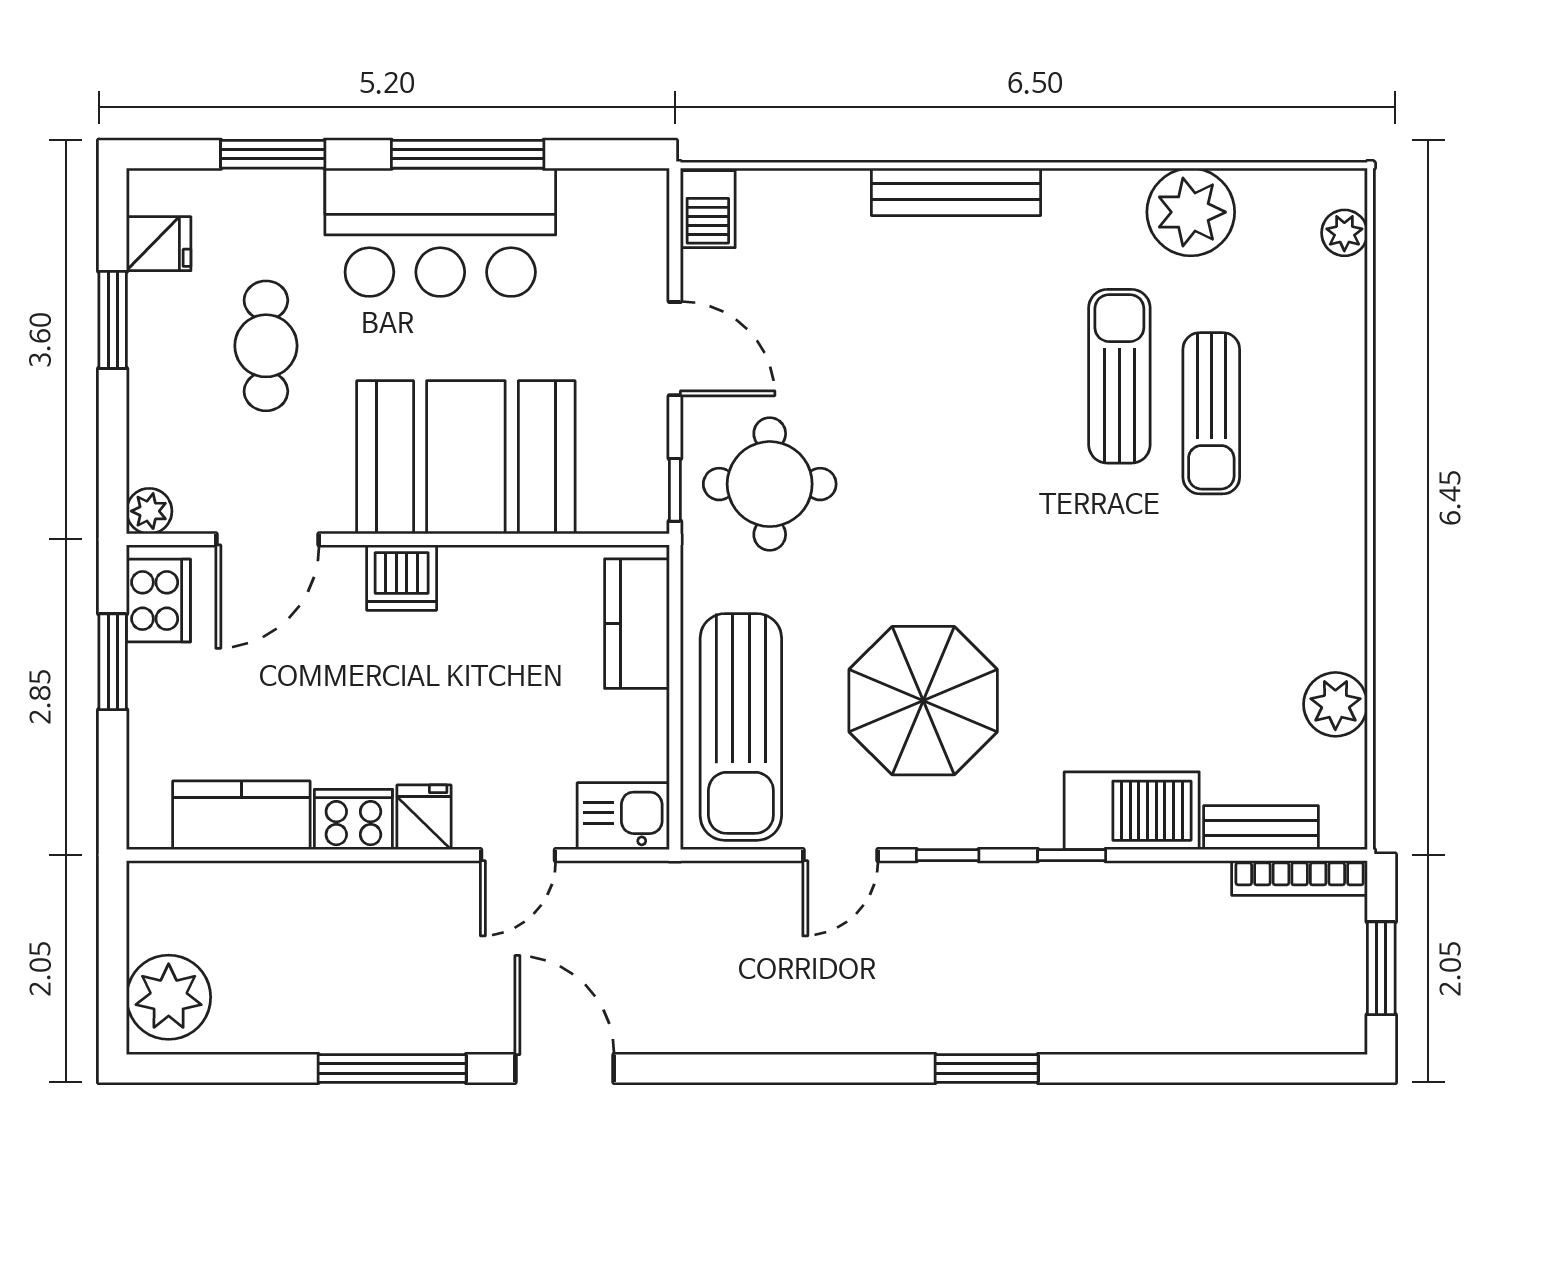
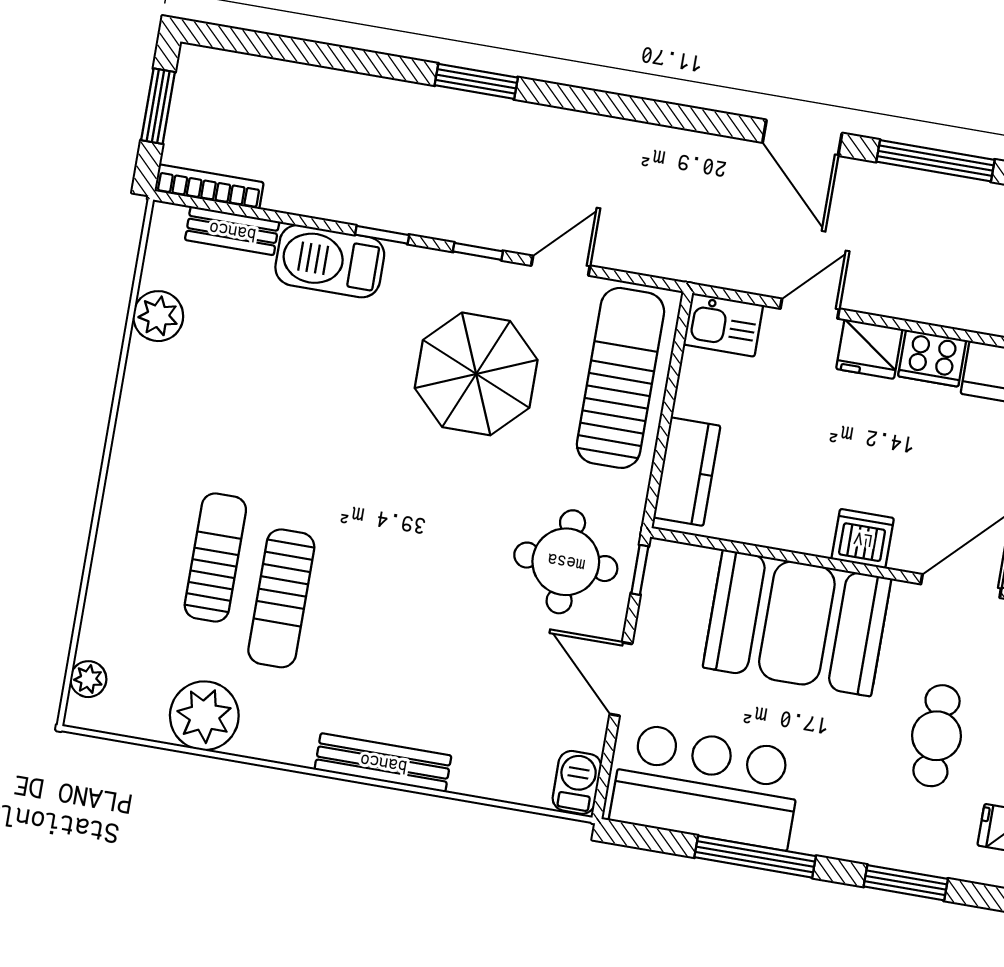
bar counter: (440, 232) -> (706, 786), moved
fridge: (424, 817) -> (869, 349), width x1.38

